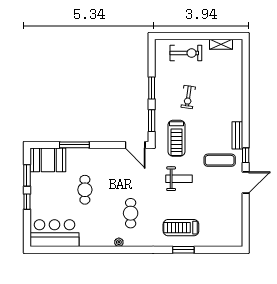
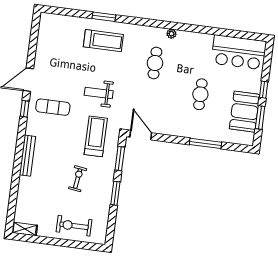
shelving: (221, 44) -> (25, 229), moved
bench: (237, 135) -> (27, 156), moved, width x1.36
booth: (48, 160) -> (245, 112), moved, turned 90

